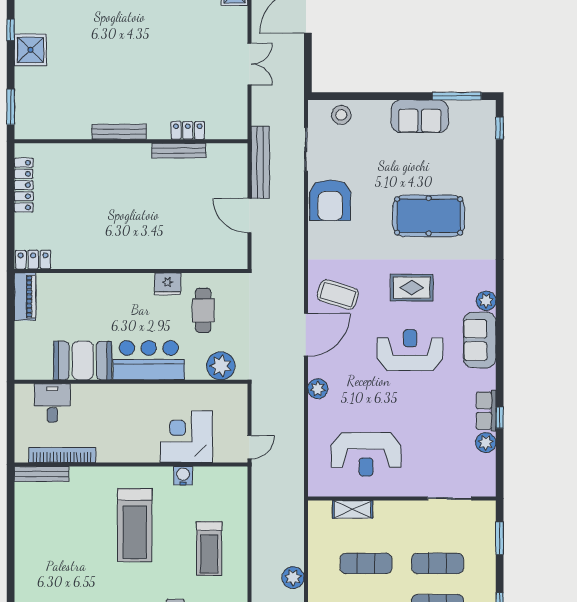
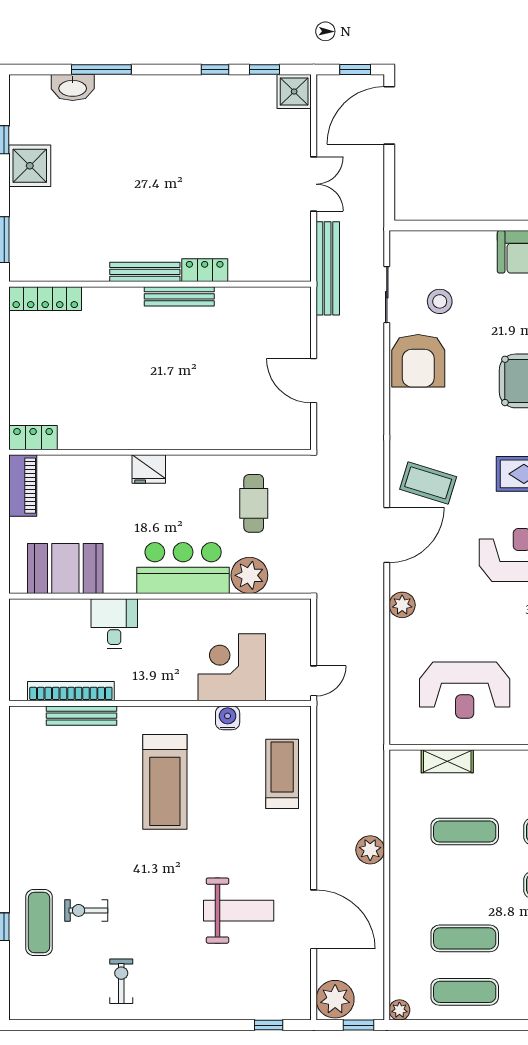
stool: (341, 115) -> (440, 301), moved
locker: (188, 130) -> (205, 270), moved
bench: (179, 151) -> (179, 296), moved
bench: (260, 162) -> (328, 268), moved
locker: (24, 185) -> (45, 299), moved, turned 90
fridge: (168, 284) -> (149, 469), moved
booth: (83, 361) -> (65, 568), moved
plant: (221, 366) -> (249, 575), moved
desk: (52, 403) -> (114, 624), moved
bench: (41, 474) -> (81, 716), moved
treadmill: (209, 549) -> (282, 774), moved, turned 180

